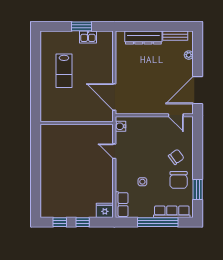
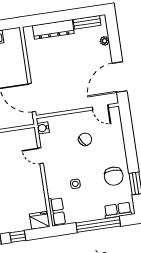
chair: (176, 157) -> (85, 139), moved
row of seats: (172, 212) -> (118, 210), width x0.68

